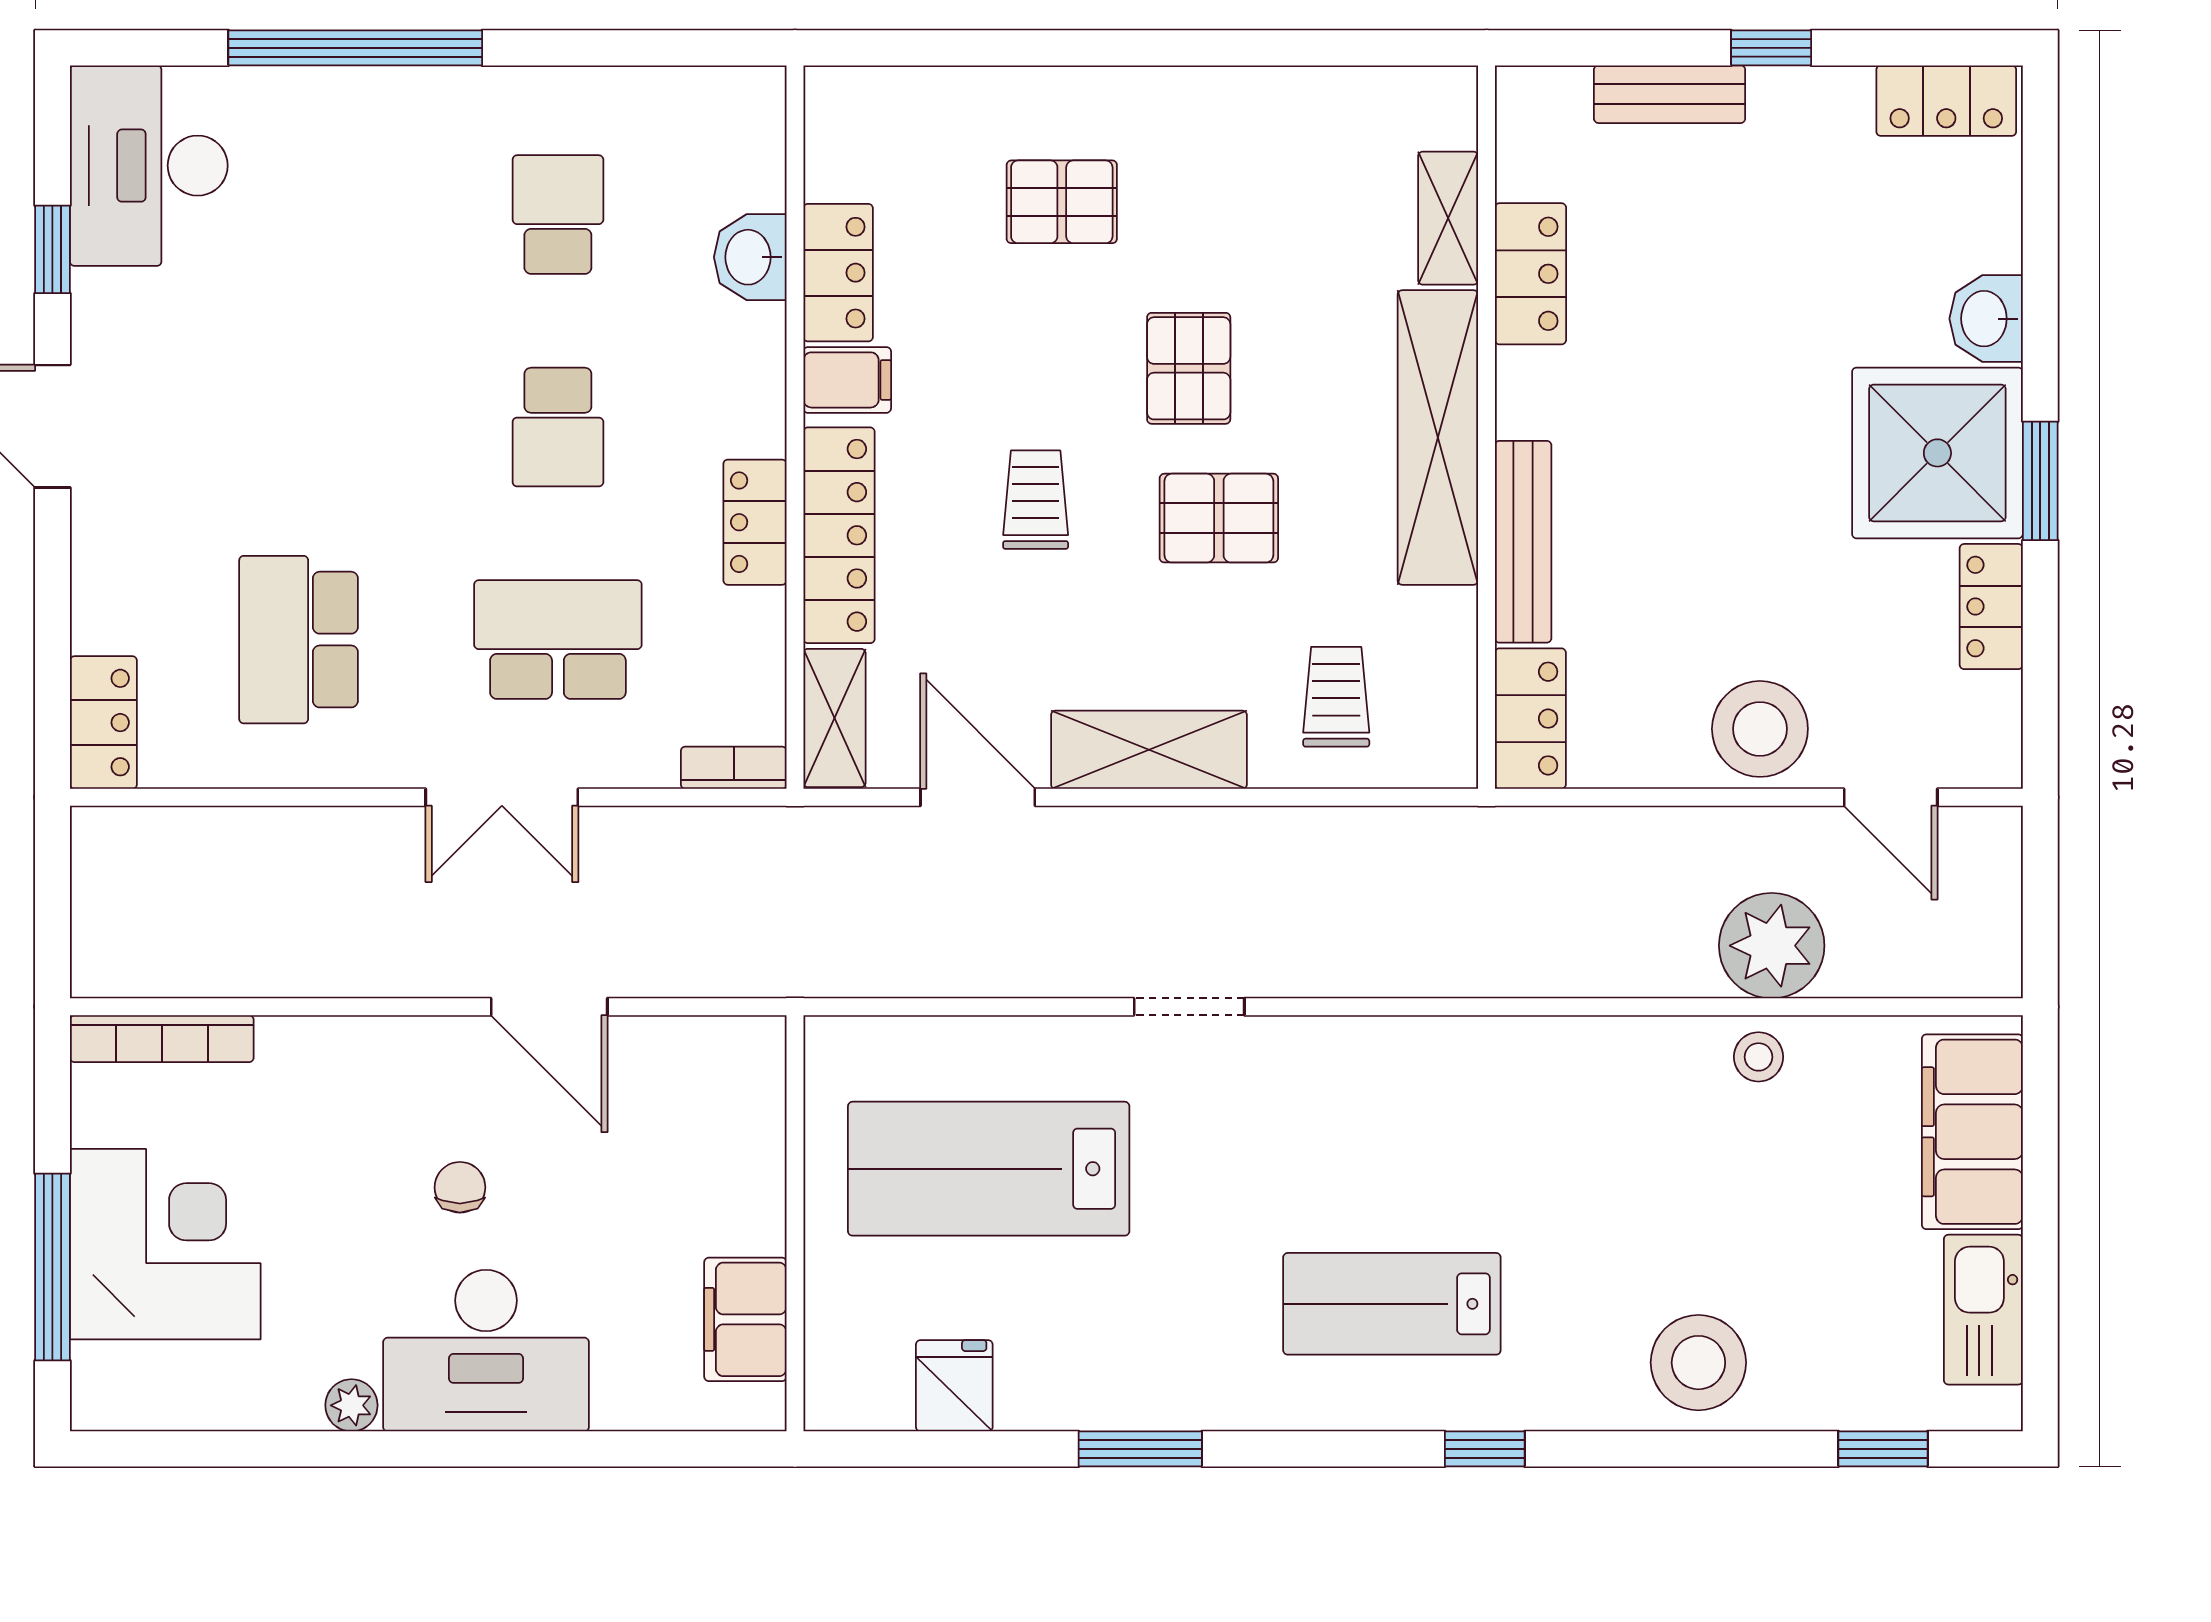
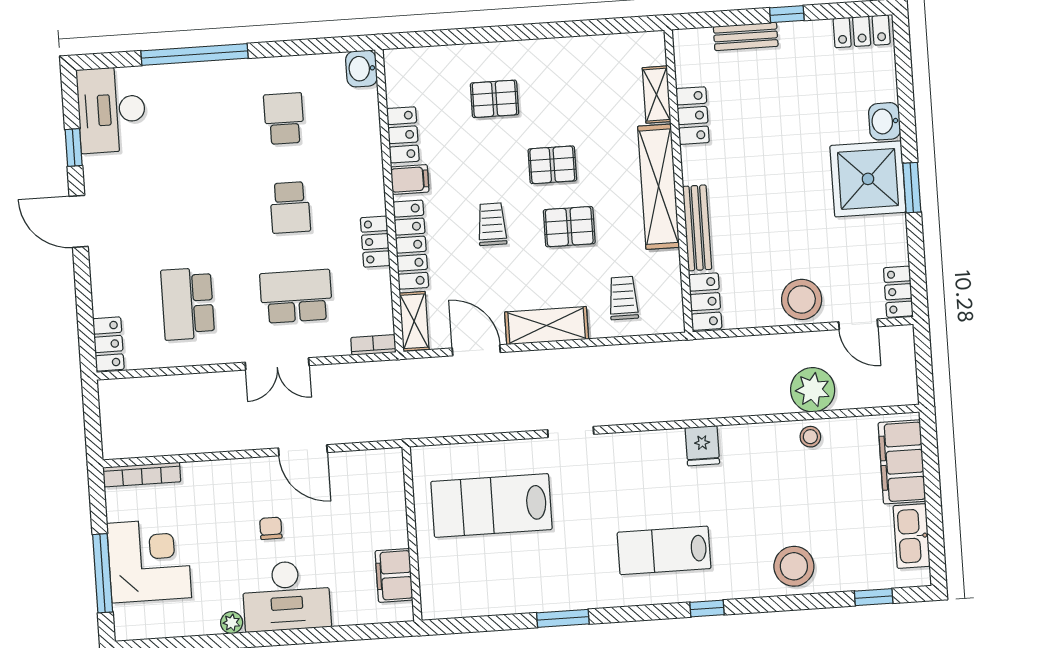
washbasin: (750, 257) -> (361, 69), moved
pallet: (1189, 368) -> (552, 165), turned 90
locker: (1991, 607) -> (898, 292), moved
fridge: (954, 1386) -> (702, 446), moved, turned 180

